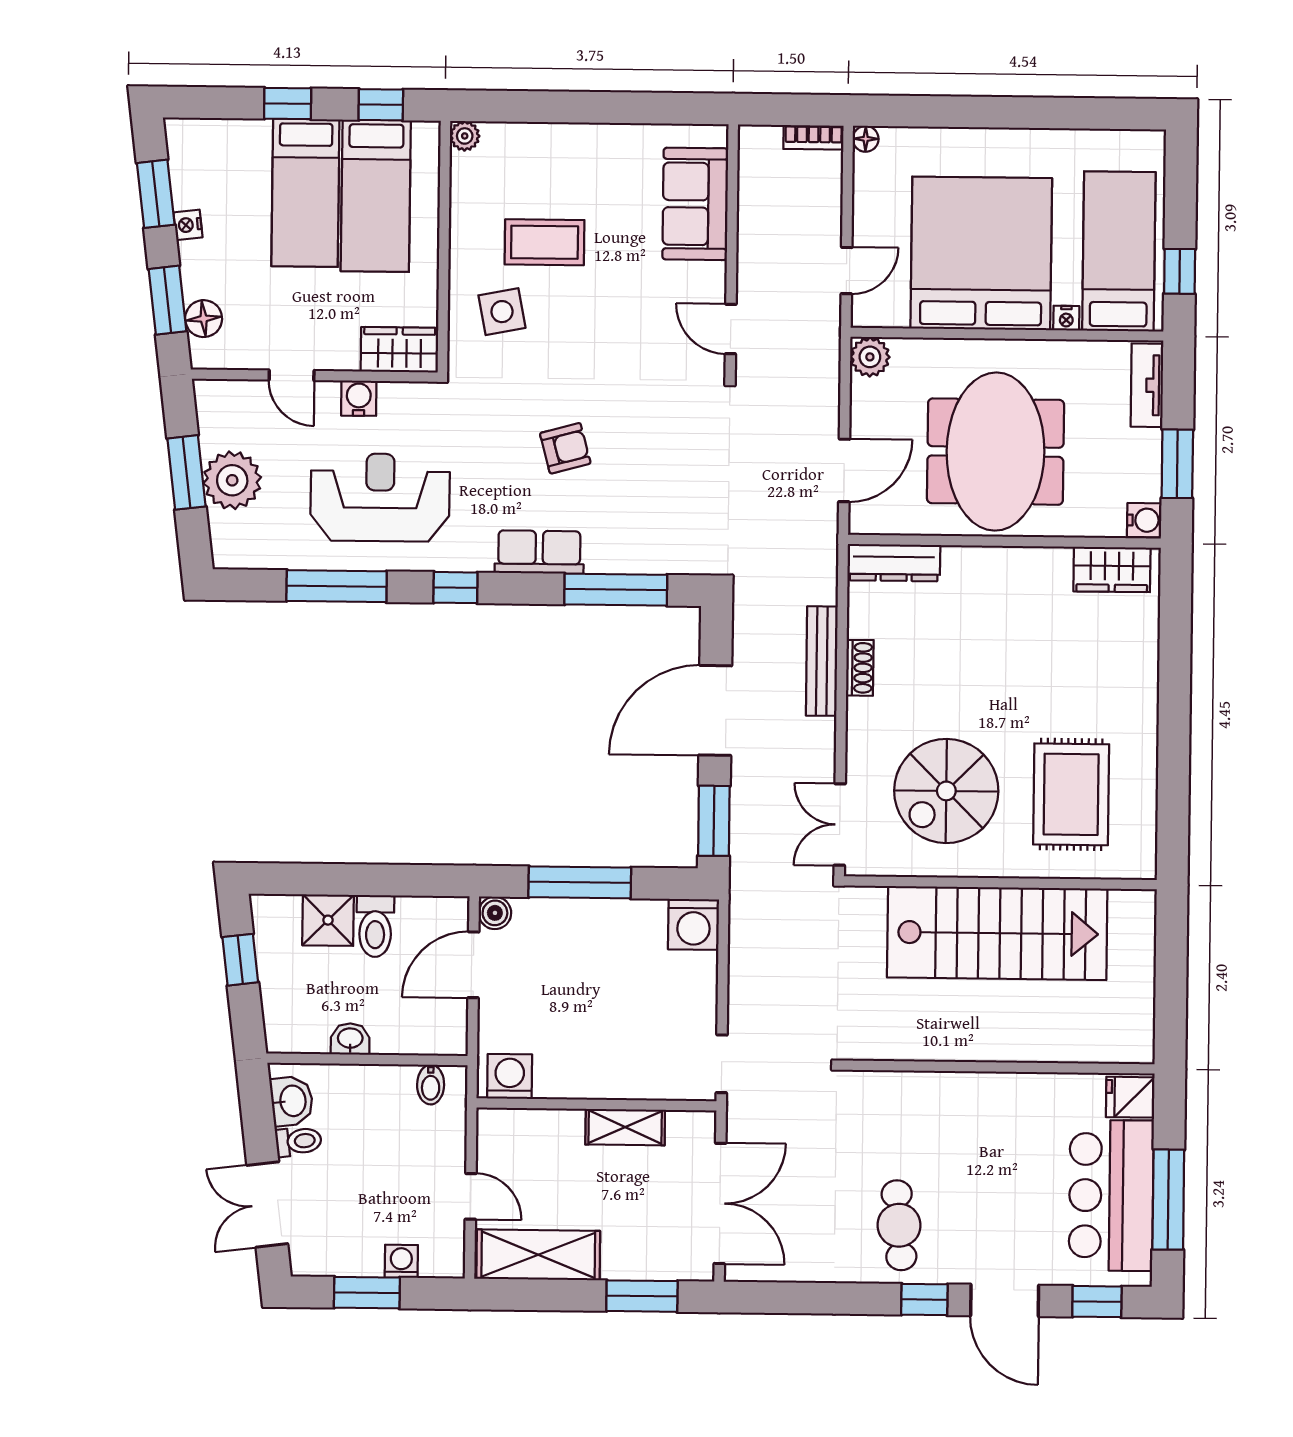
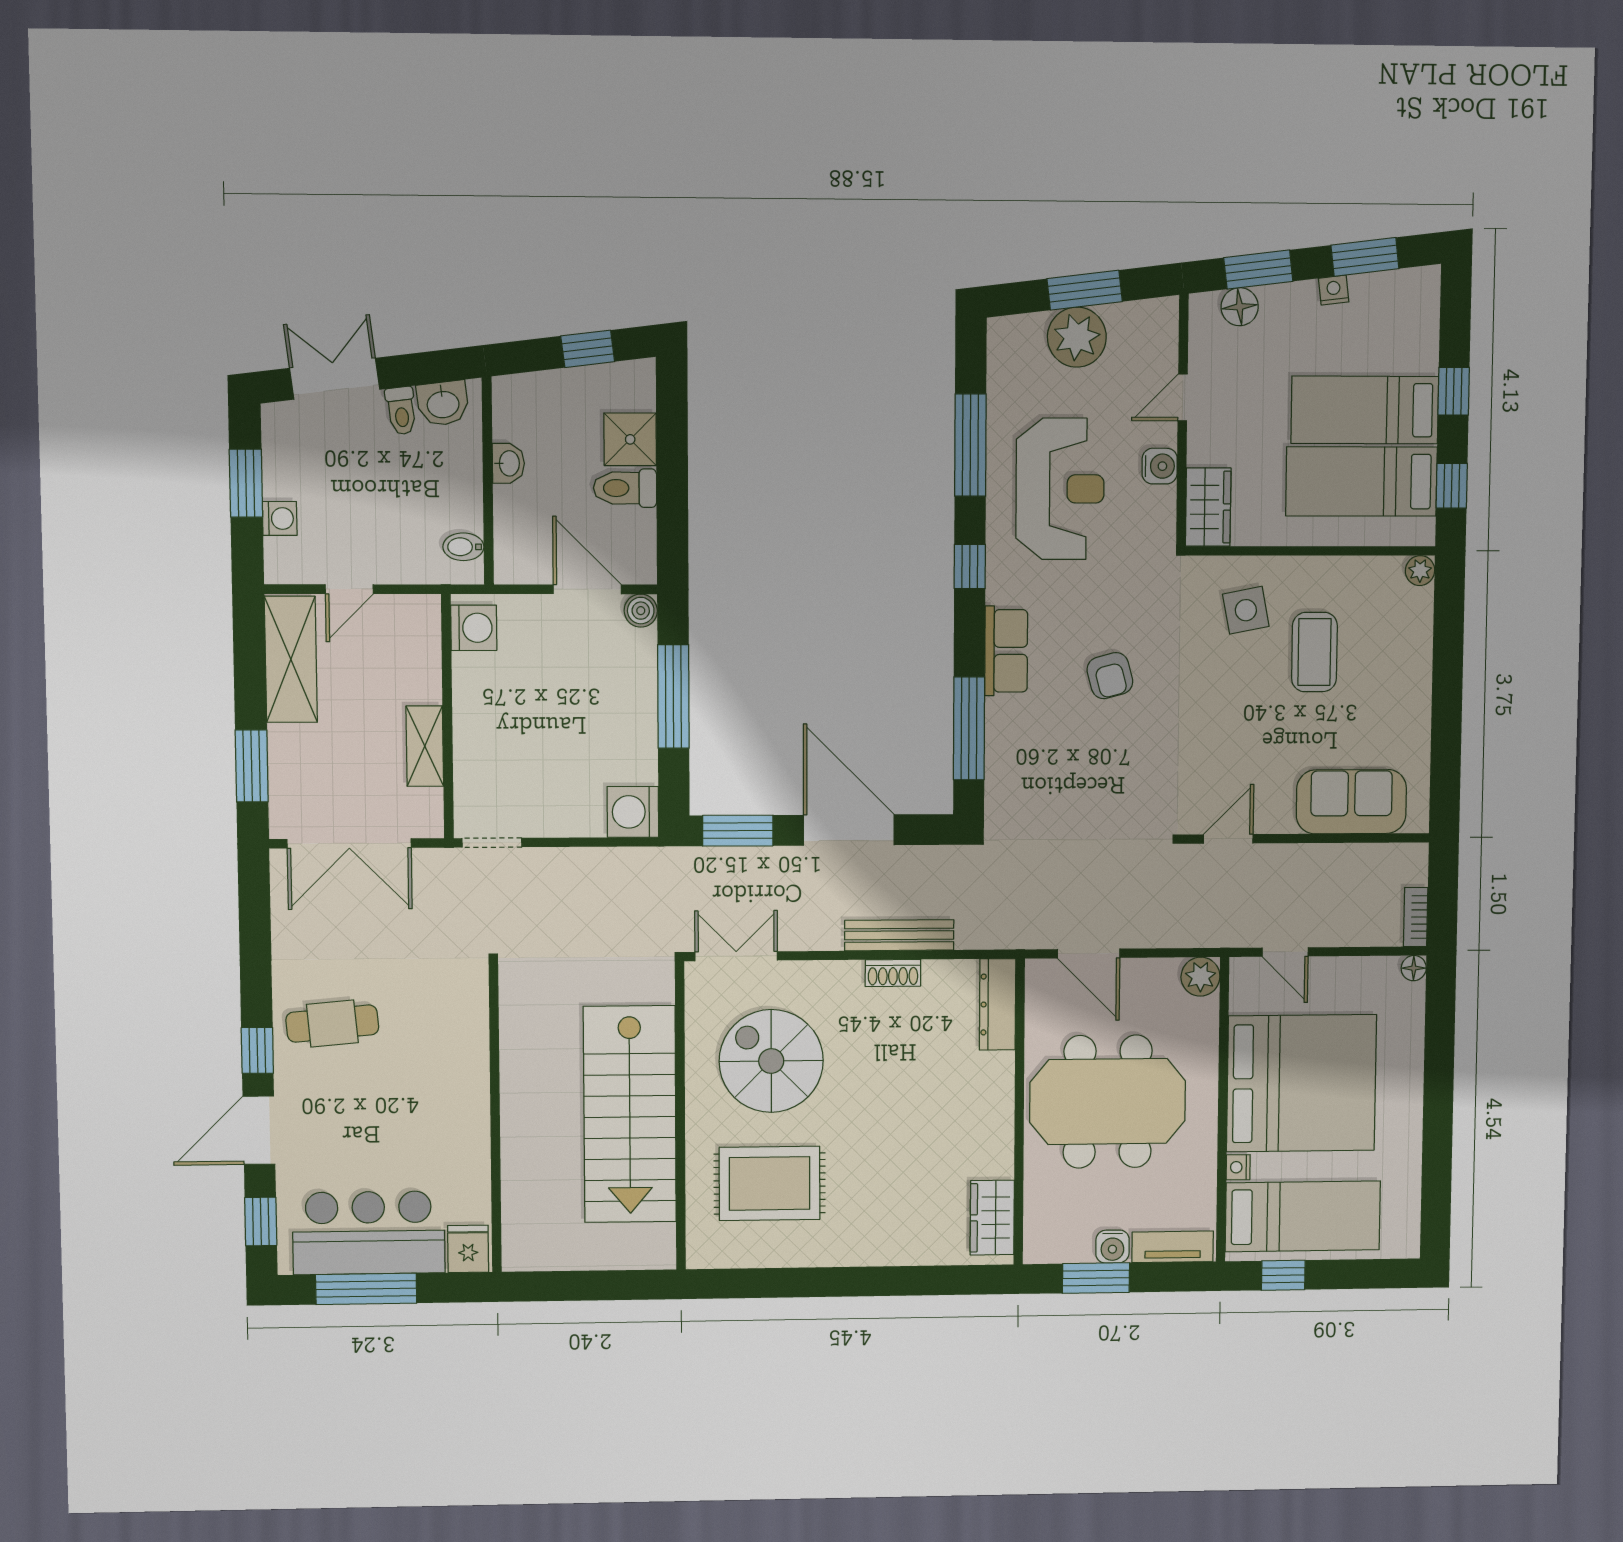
water cooler: (1144, 520) -> (1112, 1247), moved

